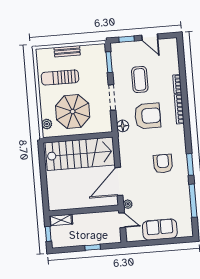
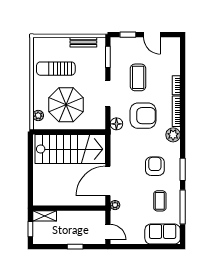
bench: (67, 51) -> (83, 42), moved
plant: (178, 132) -> (173, 135), added
coffee table: (171, 197) -> (160, 201), added
door: (122, 220) -> (108, 232), moved
sofa: (160, 230) -> (163, 234), moved

